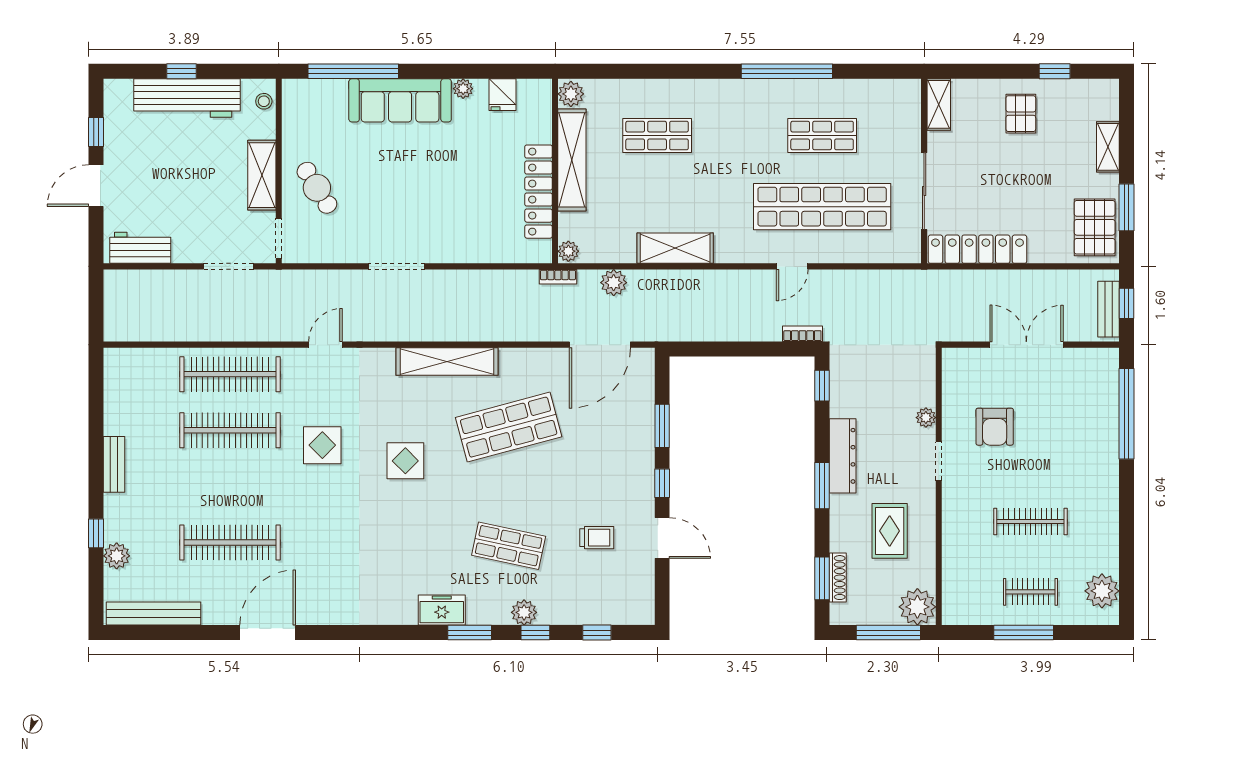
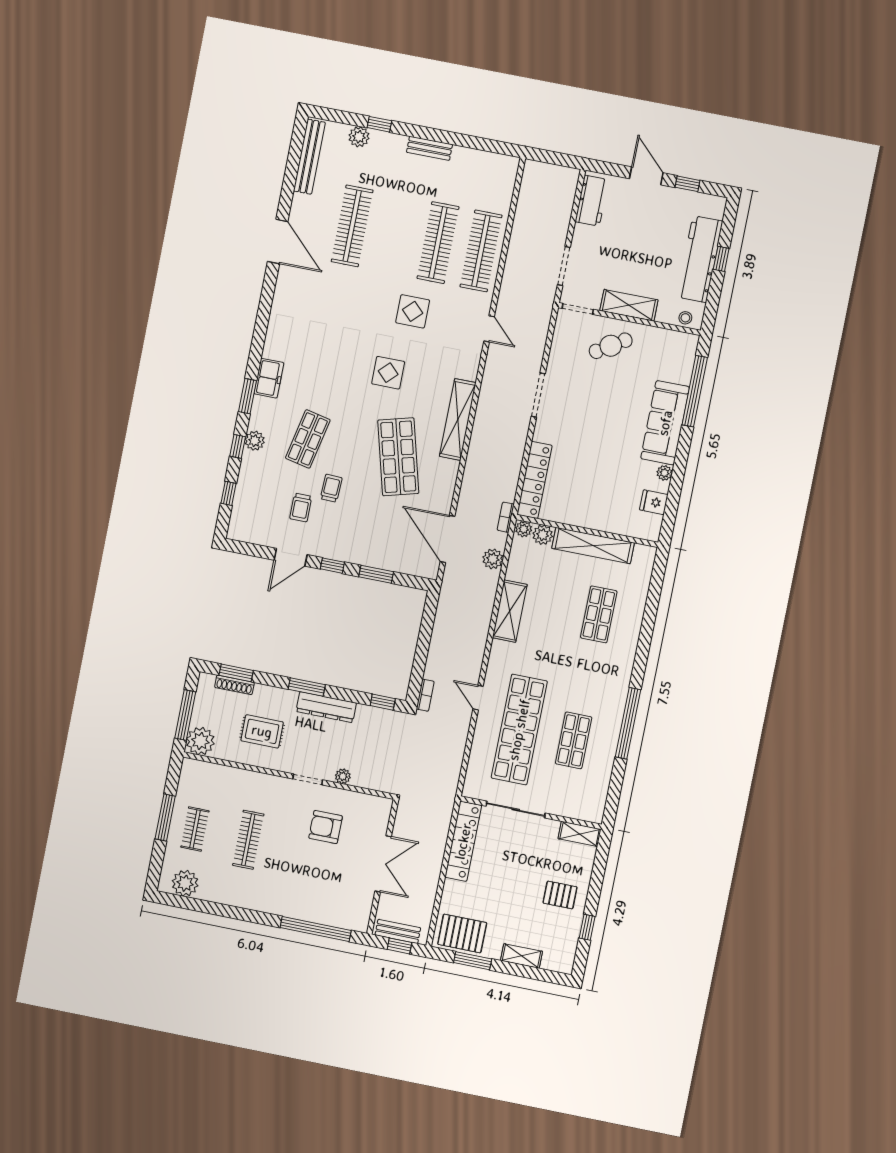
plant: (571, 94) -> (543, 535), moved
locker: (539, 192) -> (534, 480), moved, turned 90
trolley: (565, 504) -> (331, 488), added

